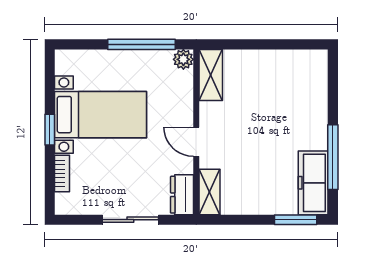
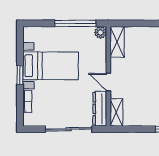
dresser: (182, 195) -> (100, 109), width x1.44
sliding door: (130, 220) -> (69, 129), width x1.37

